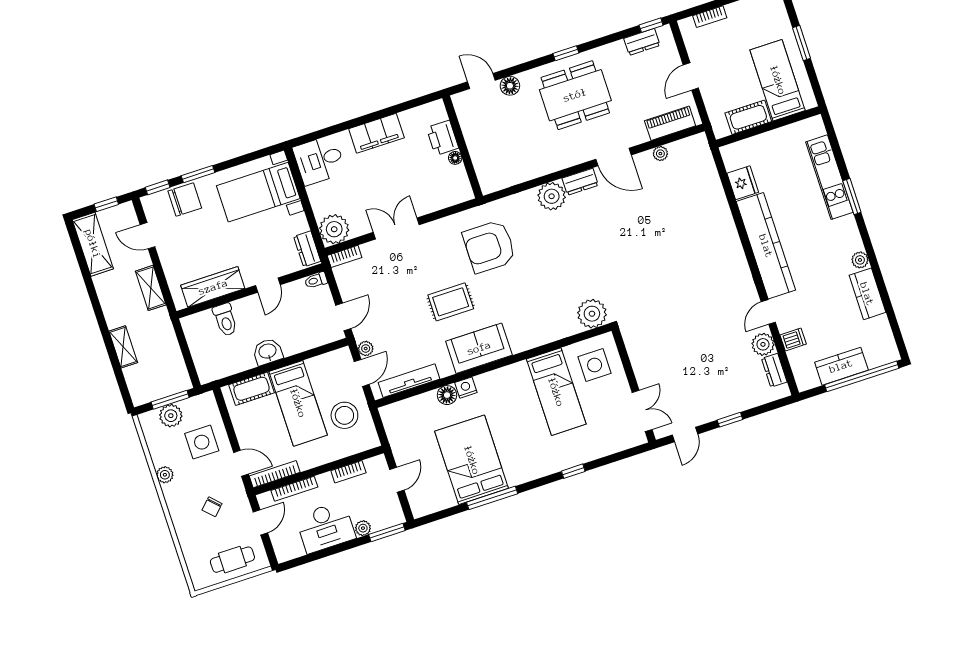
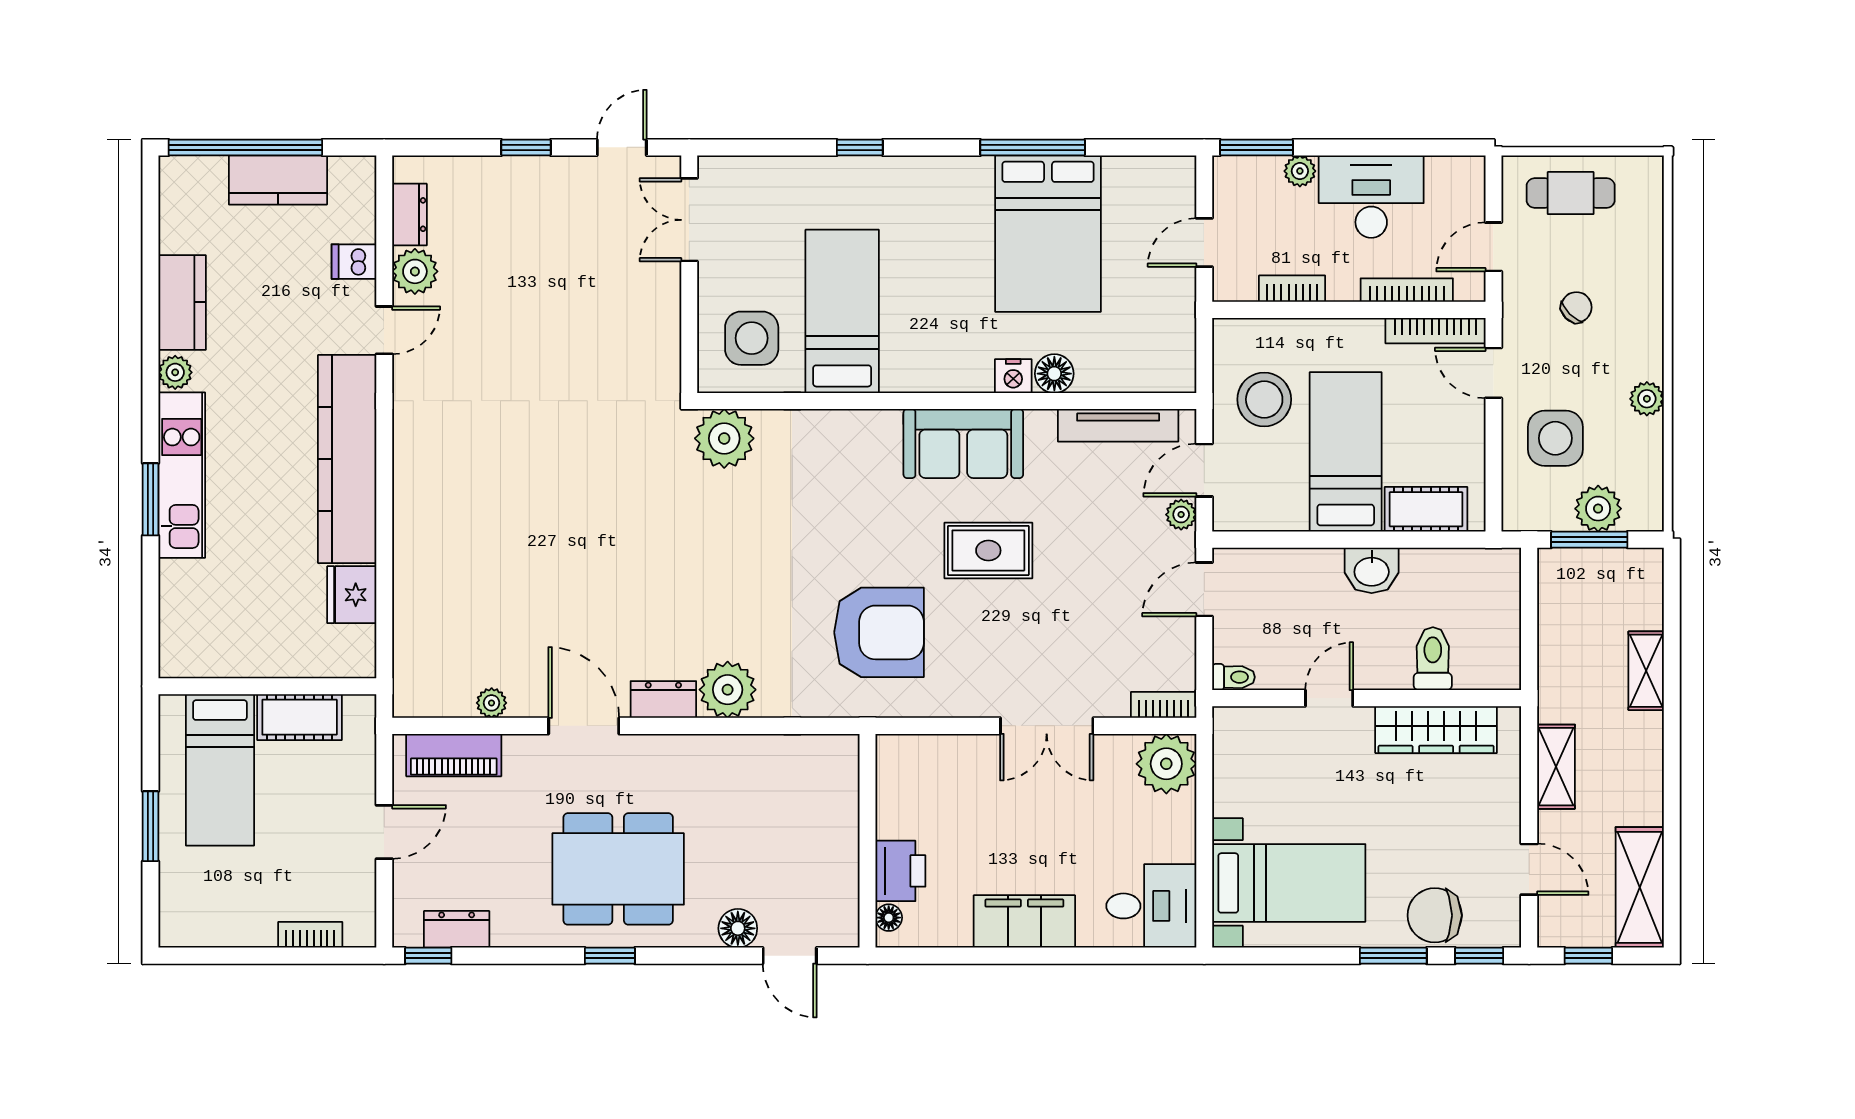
floor lamp: (455, 158) -> (889, 918), moved
kitchen unit: (829, 177) -> (182, 475), moved
dresser: (307, 249) -> (1231, 743), removed

